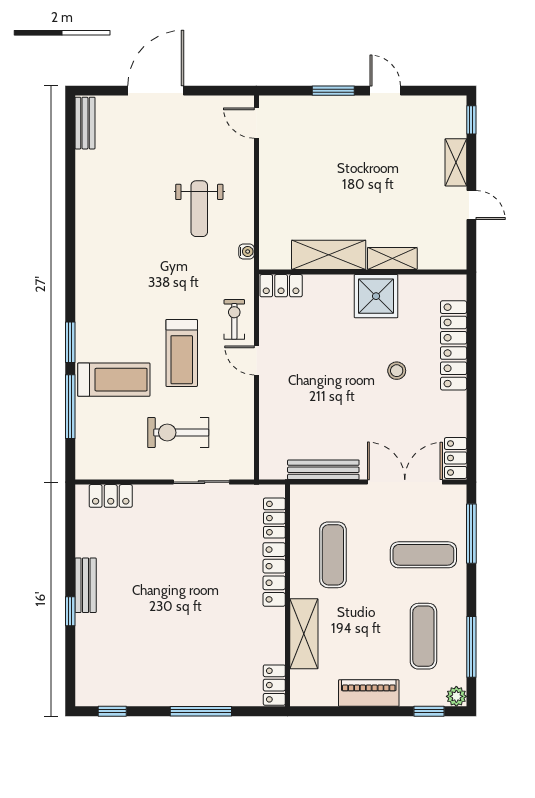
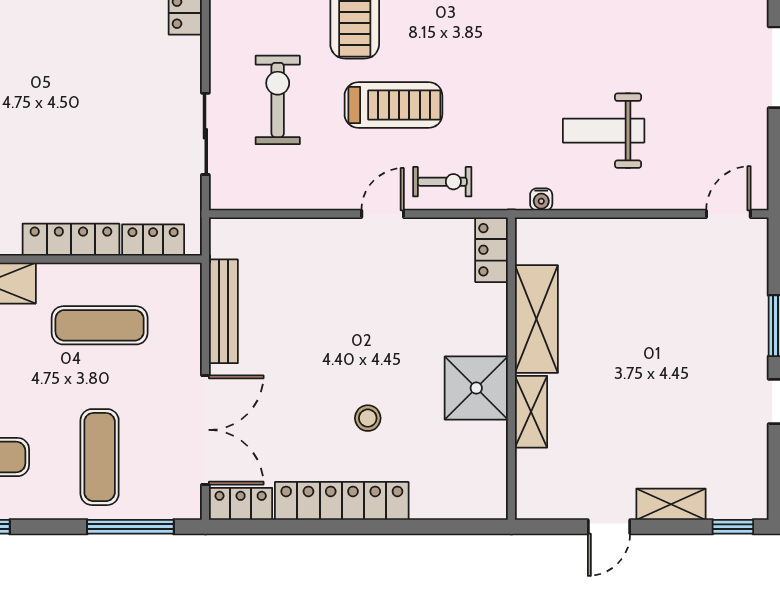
locker: (454, 345) -> (342, 501), moved
treadmill: (182, 353) -> (393, 105), turned 180

